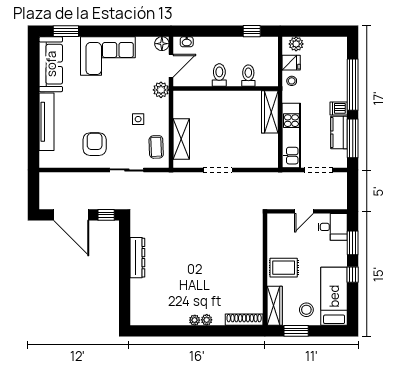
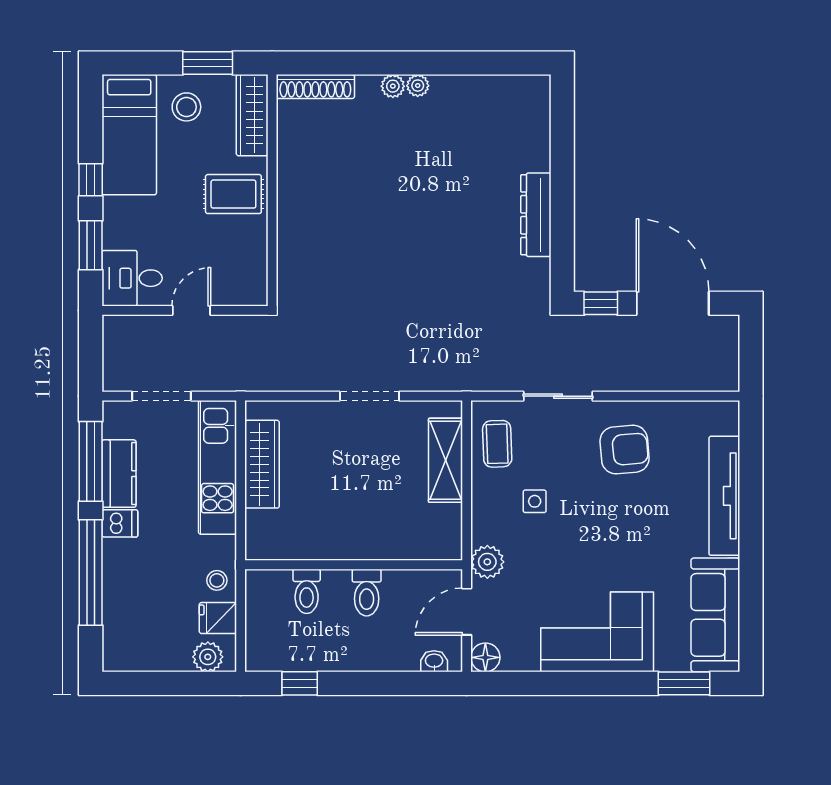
wardrobe: (270, 112) -> (262, 464), moved
armchair: (95, 144) -> (625, 450), turned -95

